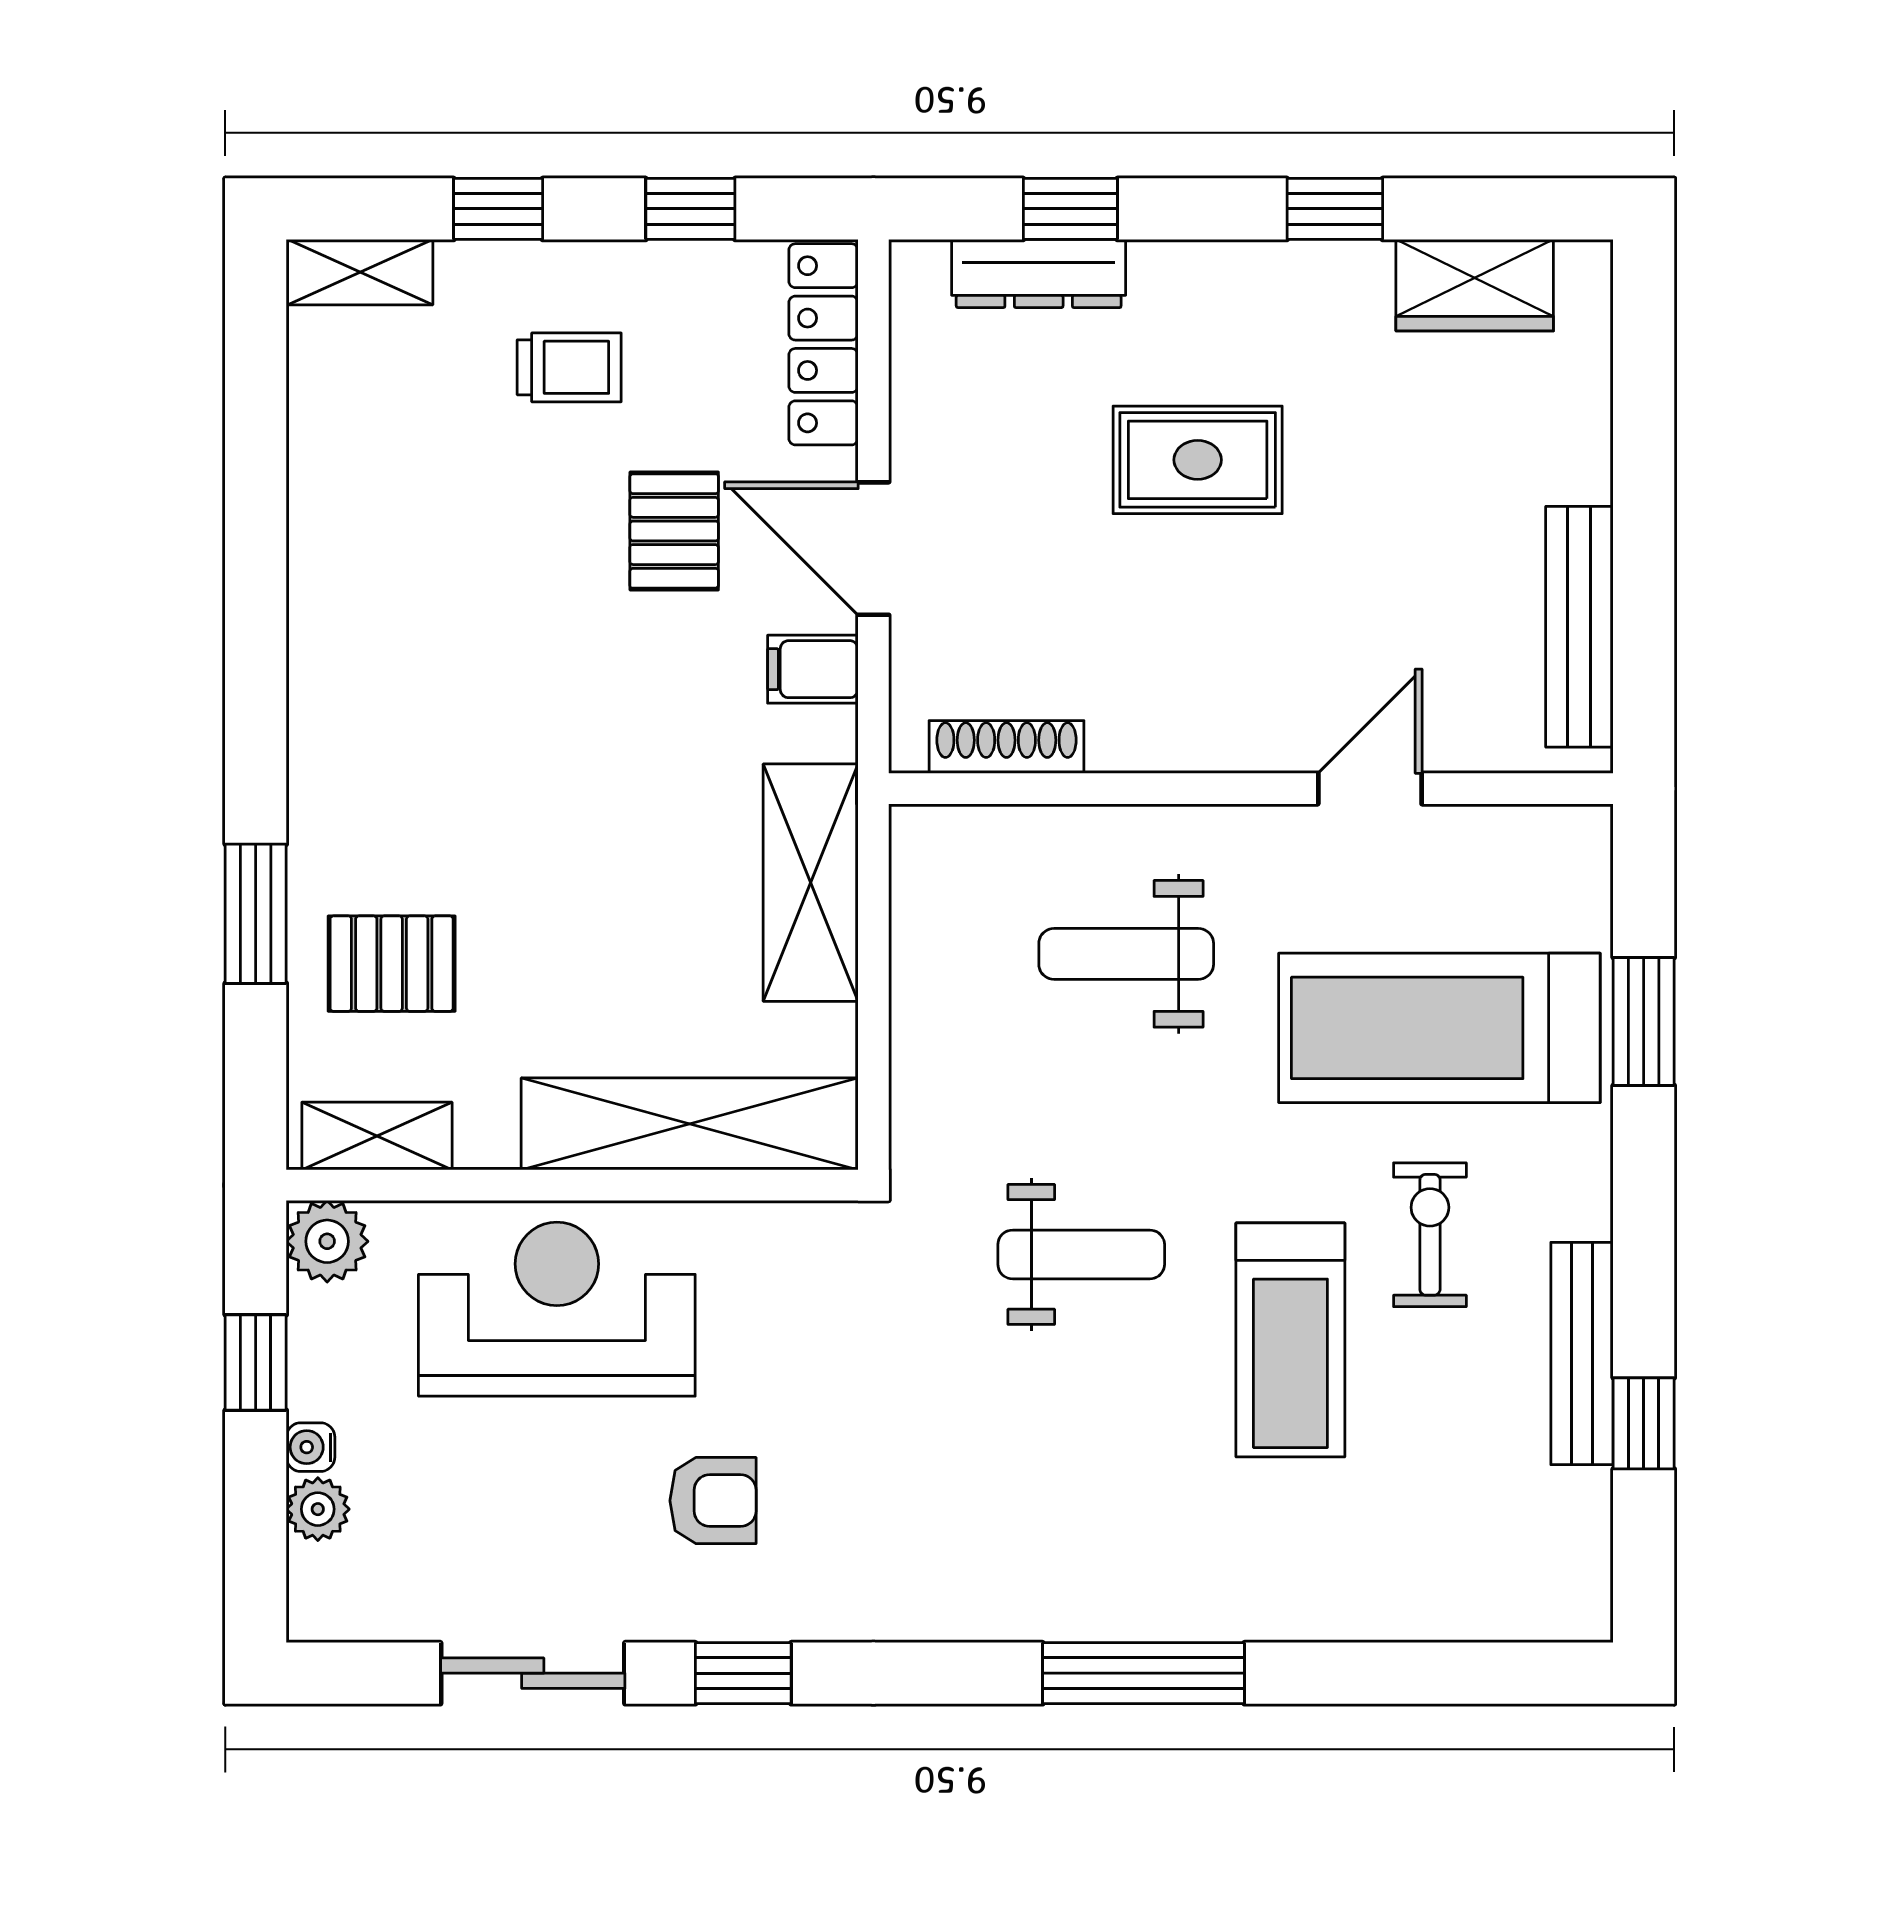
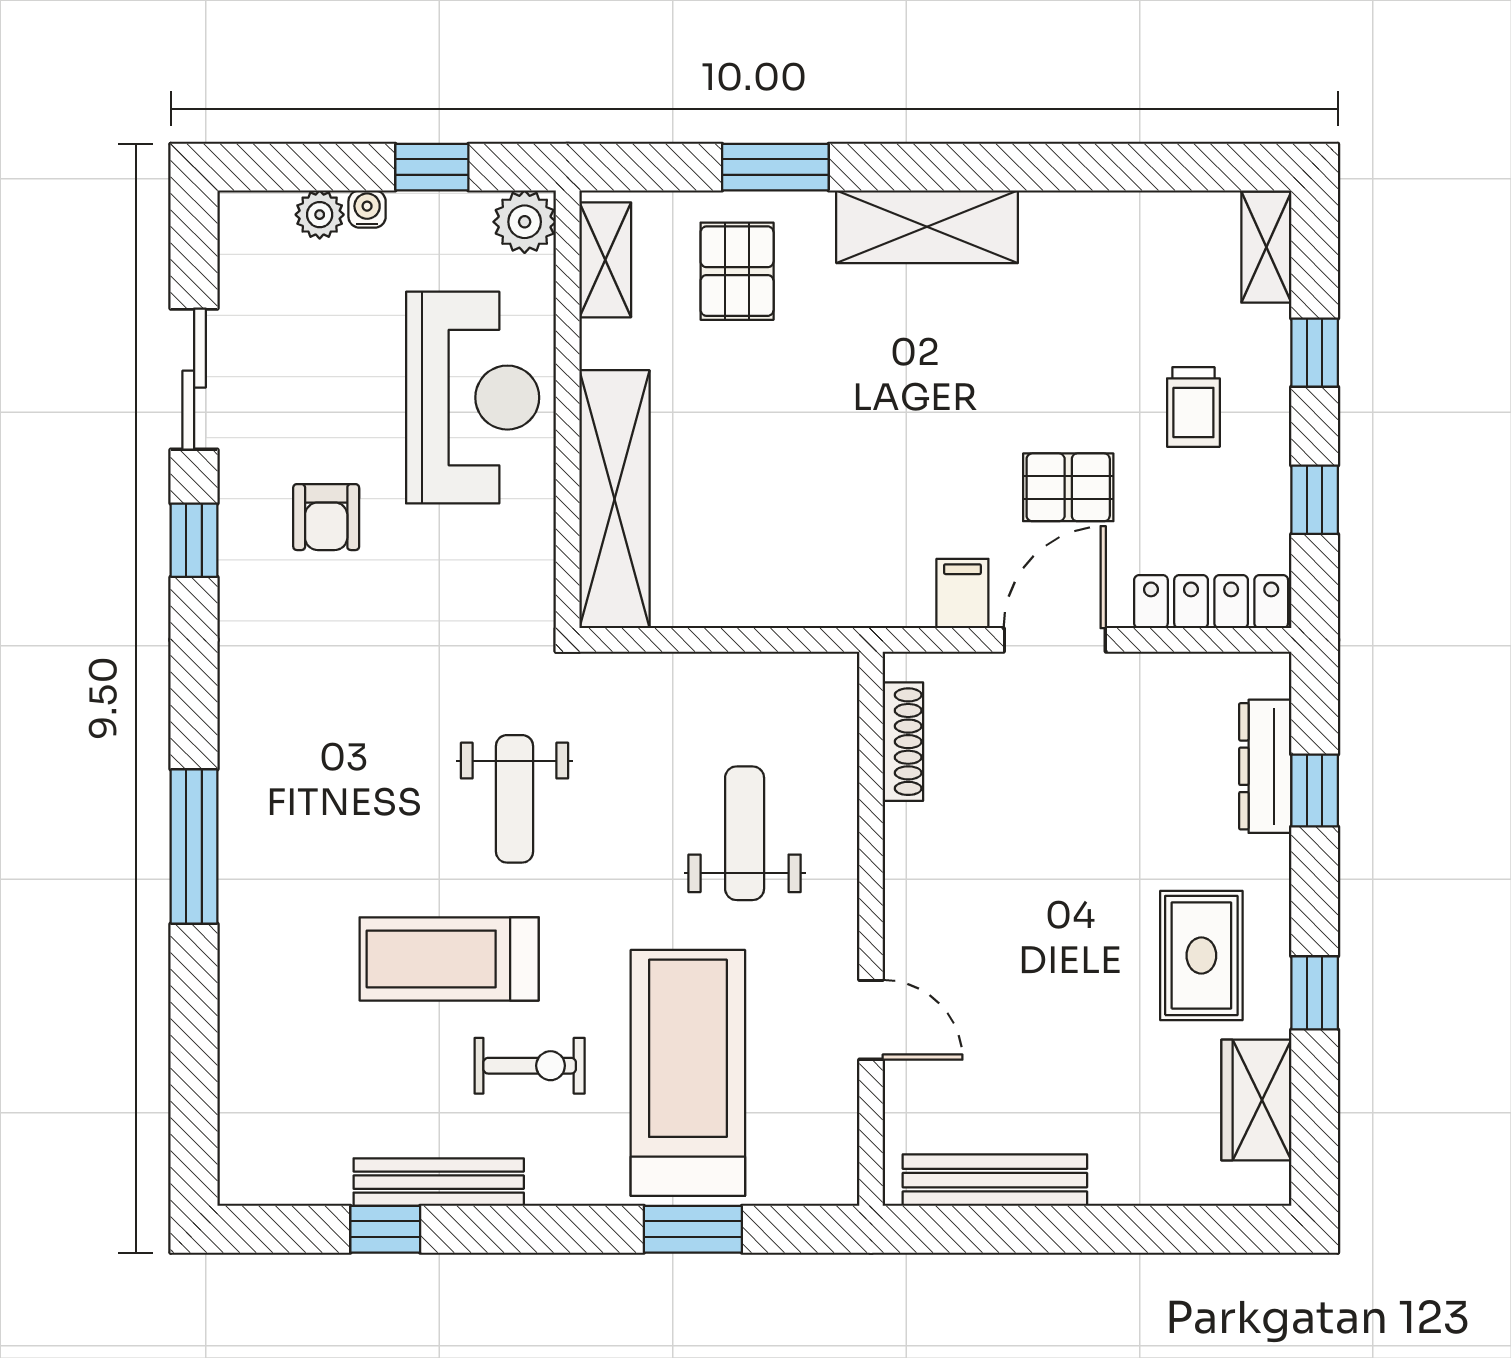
rug: (1198, 460) -> (1201, 955), moved
shelving: (811, 883) -> (927, 227), moved

